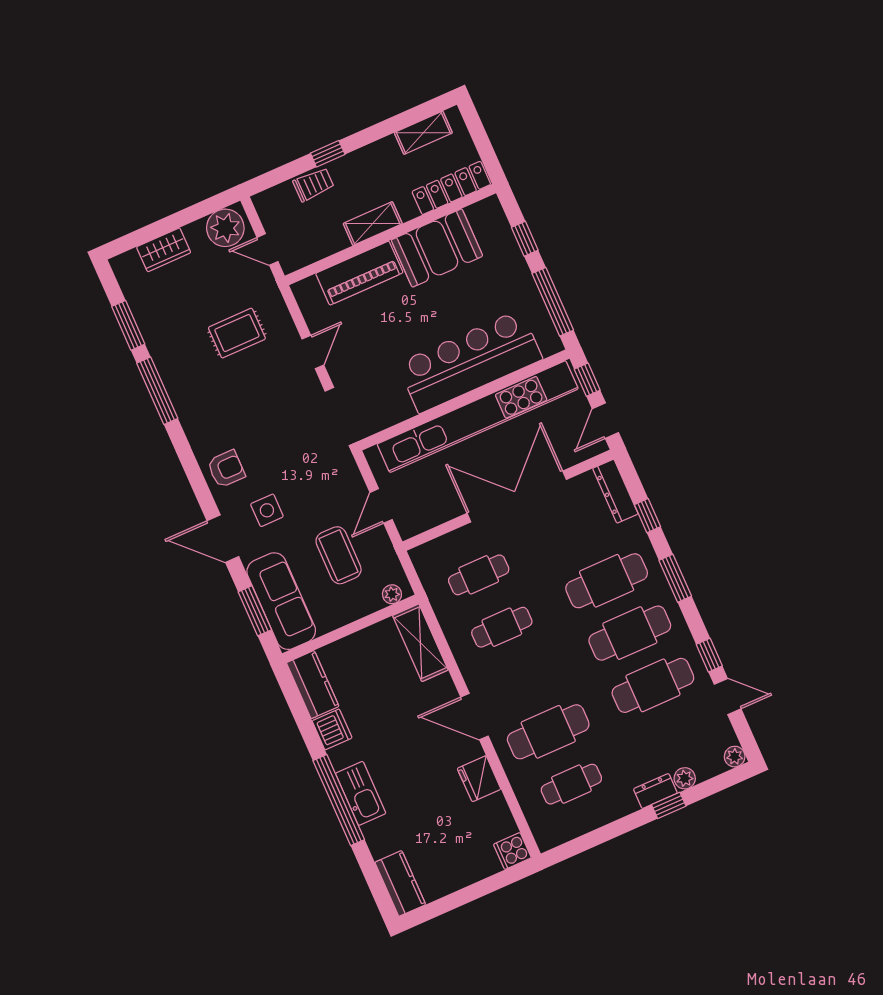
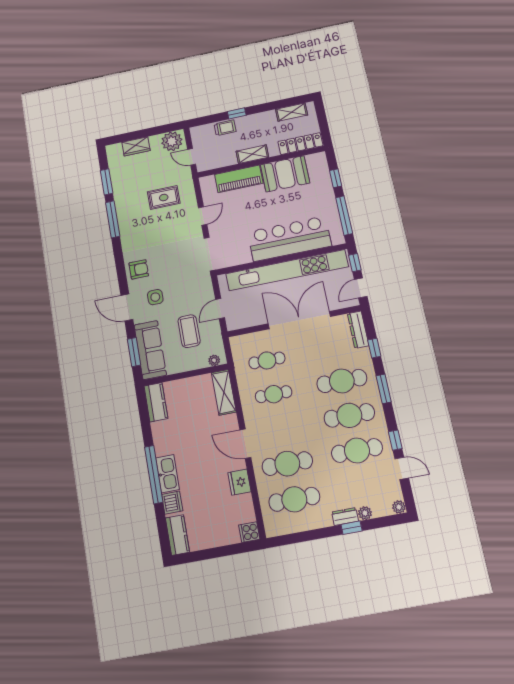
dishwasher: (332, 729) -> (172, 503), moved
cafe table: (571, 784) -> (294, 499), width x1.37, depth x1.35

